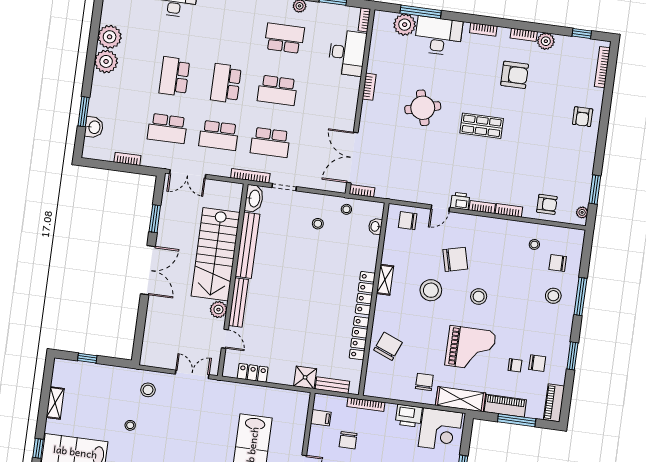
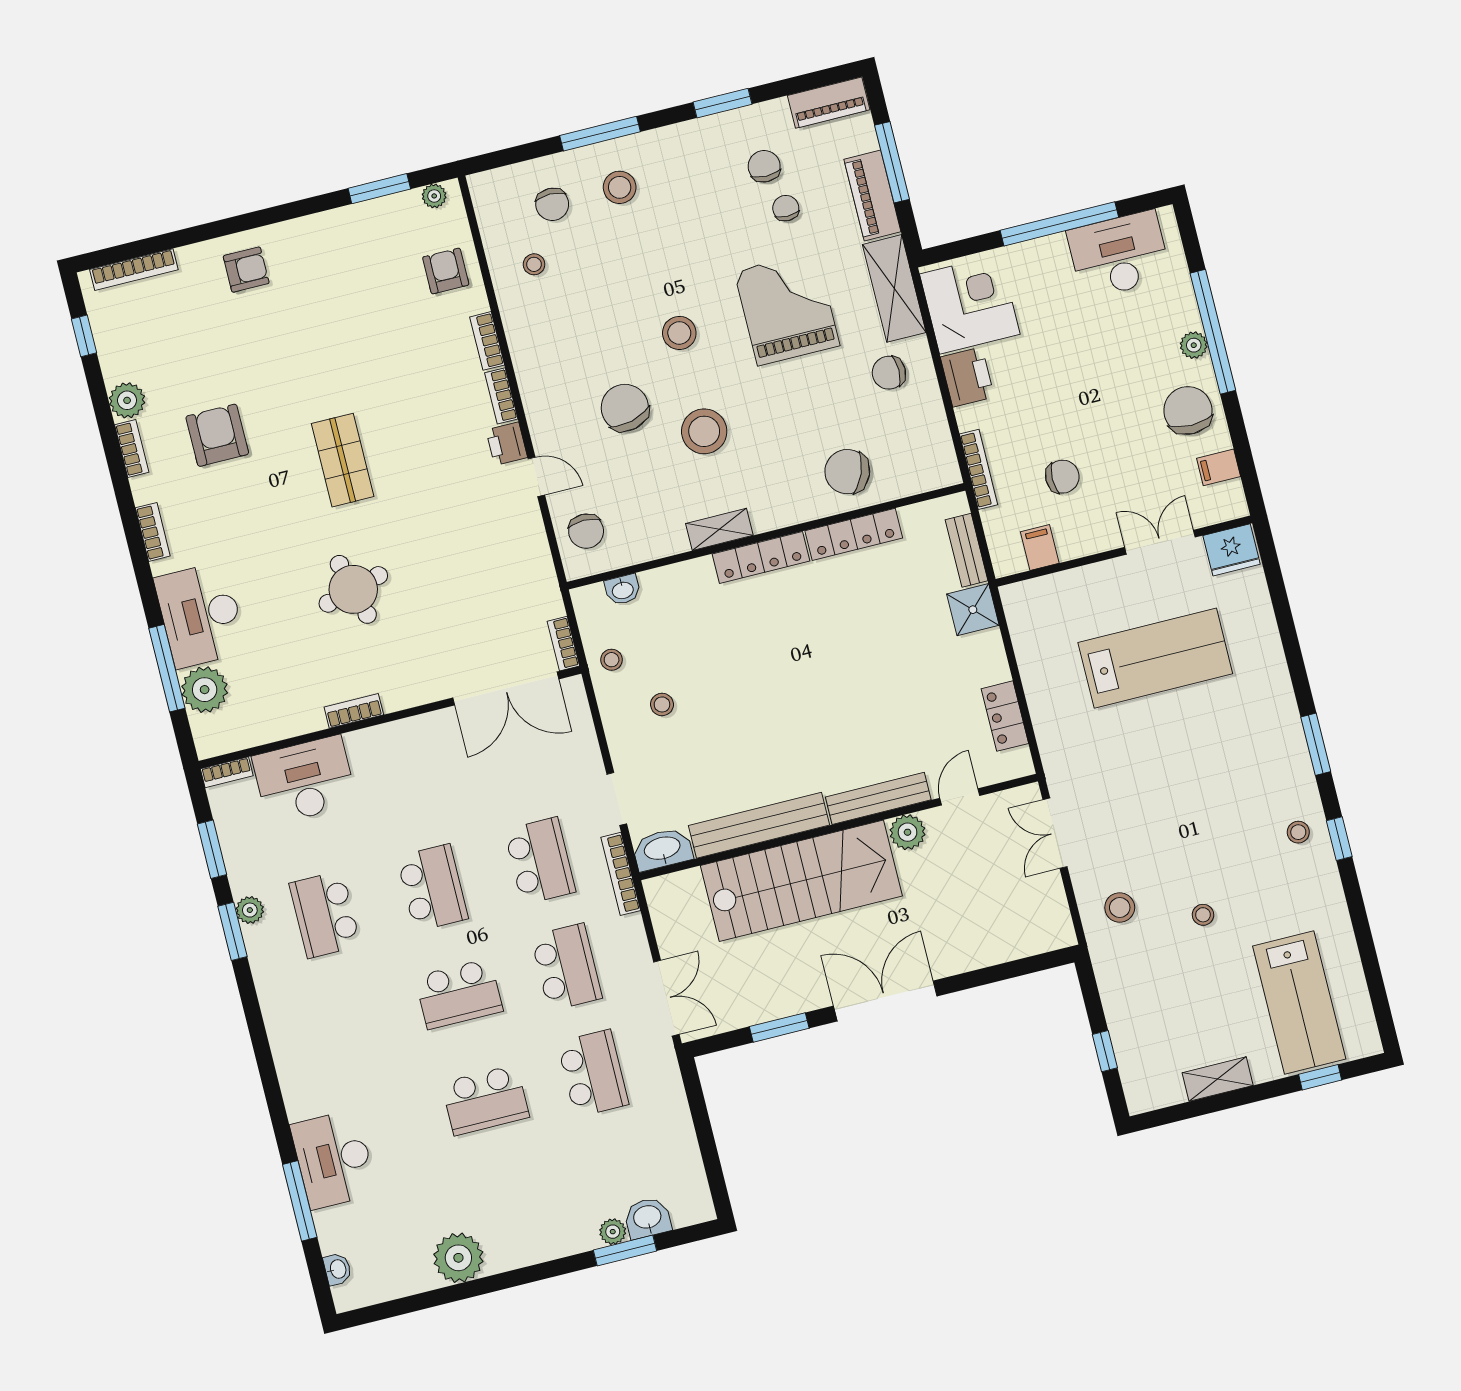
plant: (106, 61) -> (613, 1232), moved, width x0.53, depth x0.53
bookcase: (127, 159) -> (683, 1128), removed

